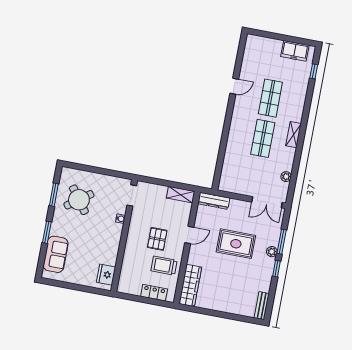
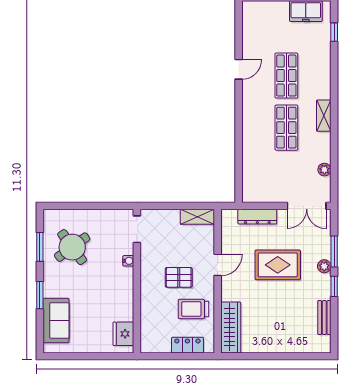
dresser: (214, 201) -> (257, 217), moved
pallet: (157, 239) -> (179, 277), turned 90
bench: (262, 306) -> (324, 318), moved

